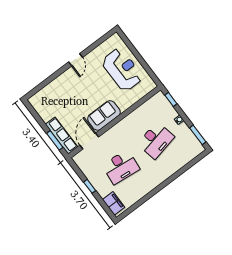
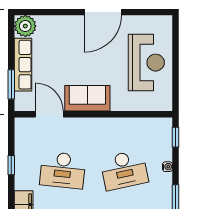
door: (76, 60) -> (103, 12), width x1.88
plant: (37, 101) -> (25, 26), added
row of seats: (62, 136) -> (23, 65), moved
door: (89, 141) -> (49, 114), hinge flipped

